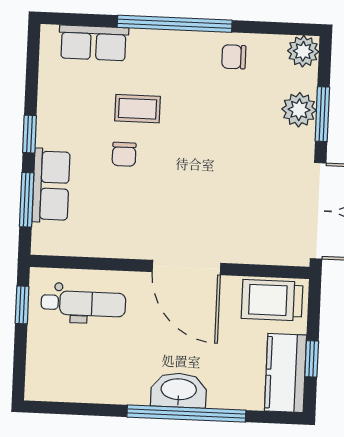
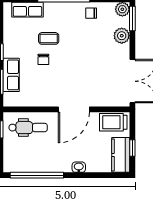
window: (322, 114) -> (132, 19), moved
door: (186, 268) -> (74, 109), hinge flipped
washbasin: (179, 390) -> (79, 167), width x0.52, depth x0.69
window: (186, 414) -> (37, 175), moved

